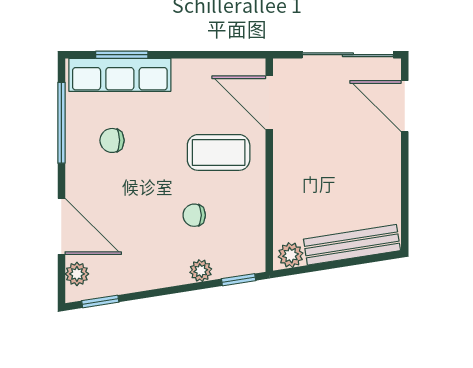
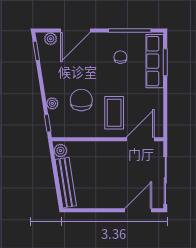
chair: (194, 215) -> (81, 100), width x1.87, depth x1.87

